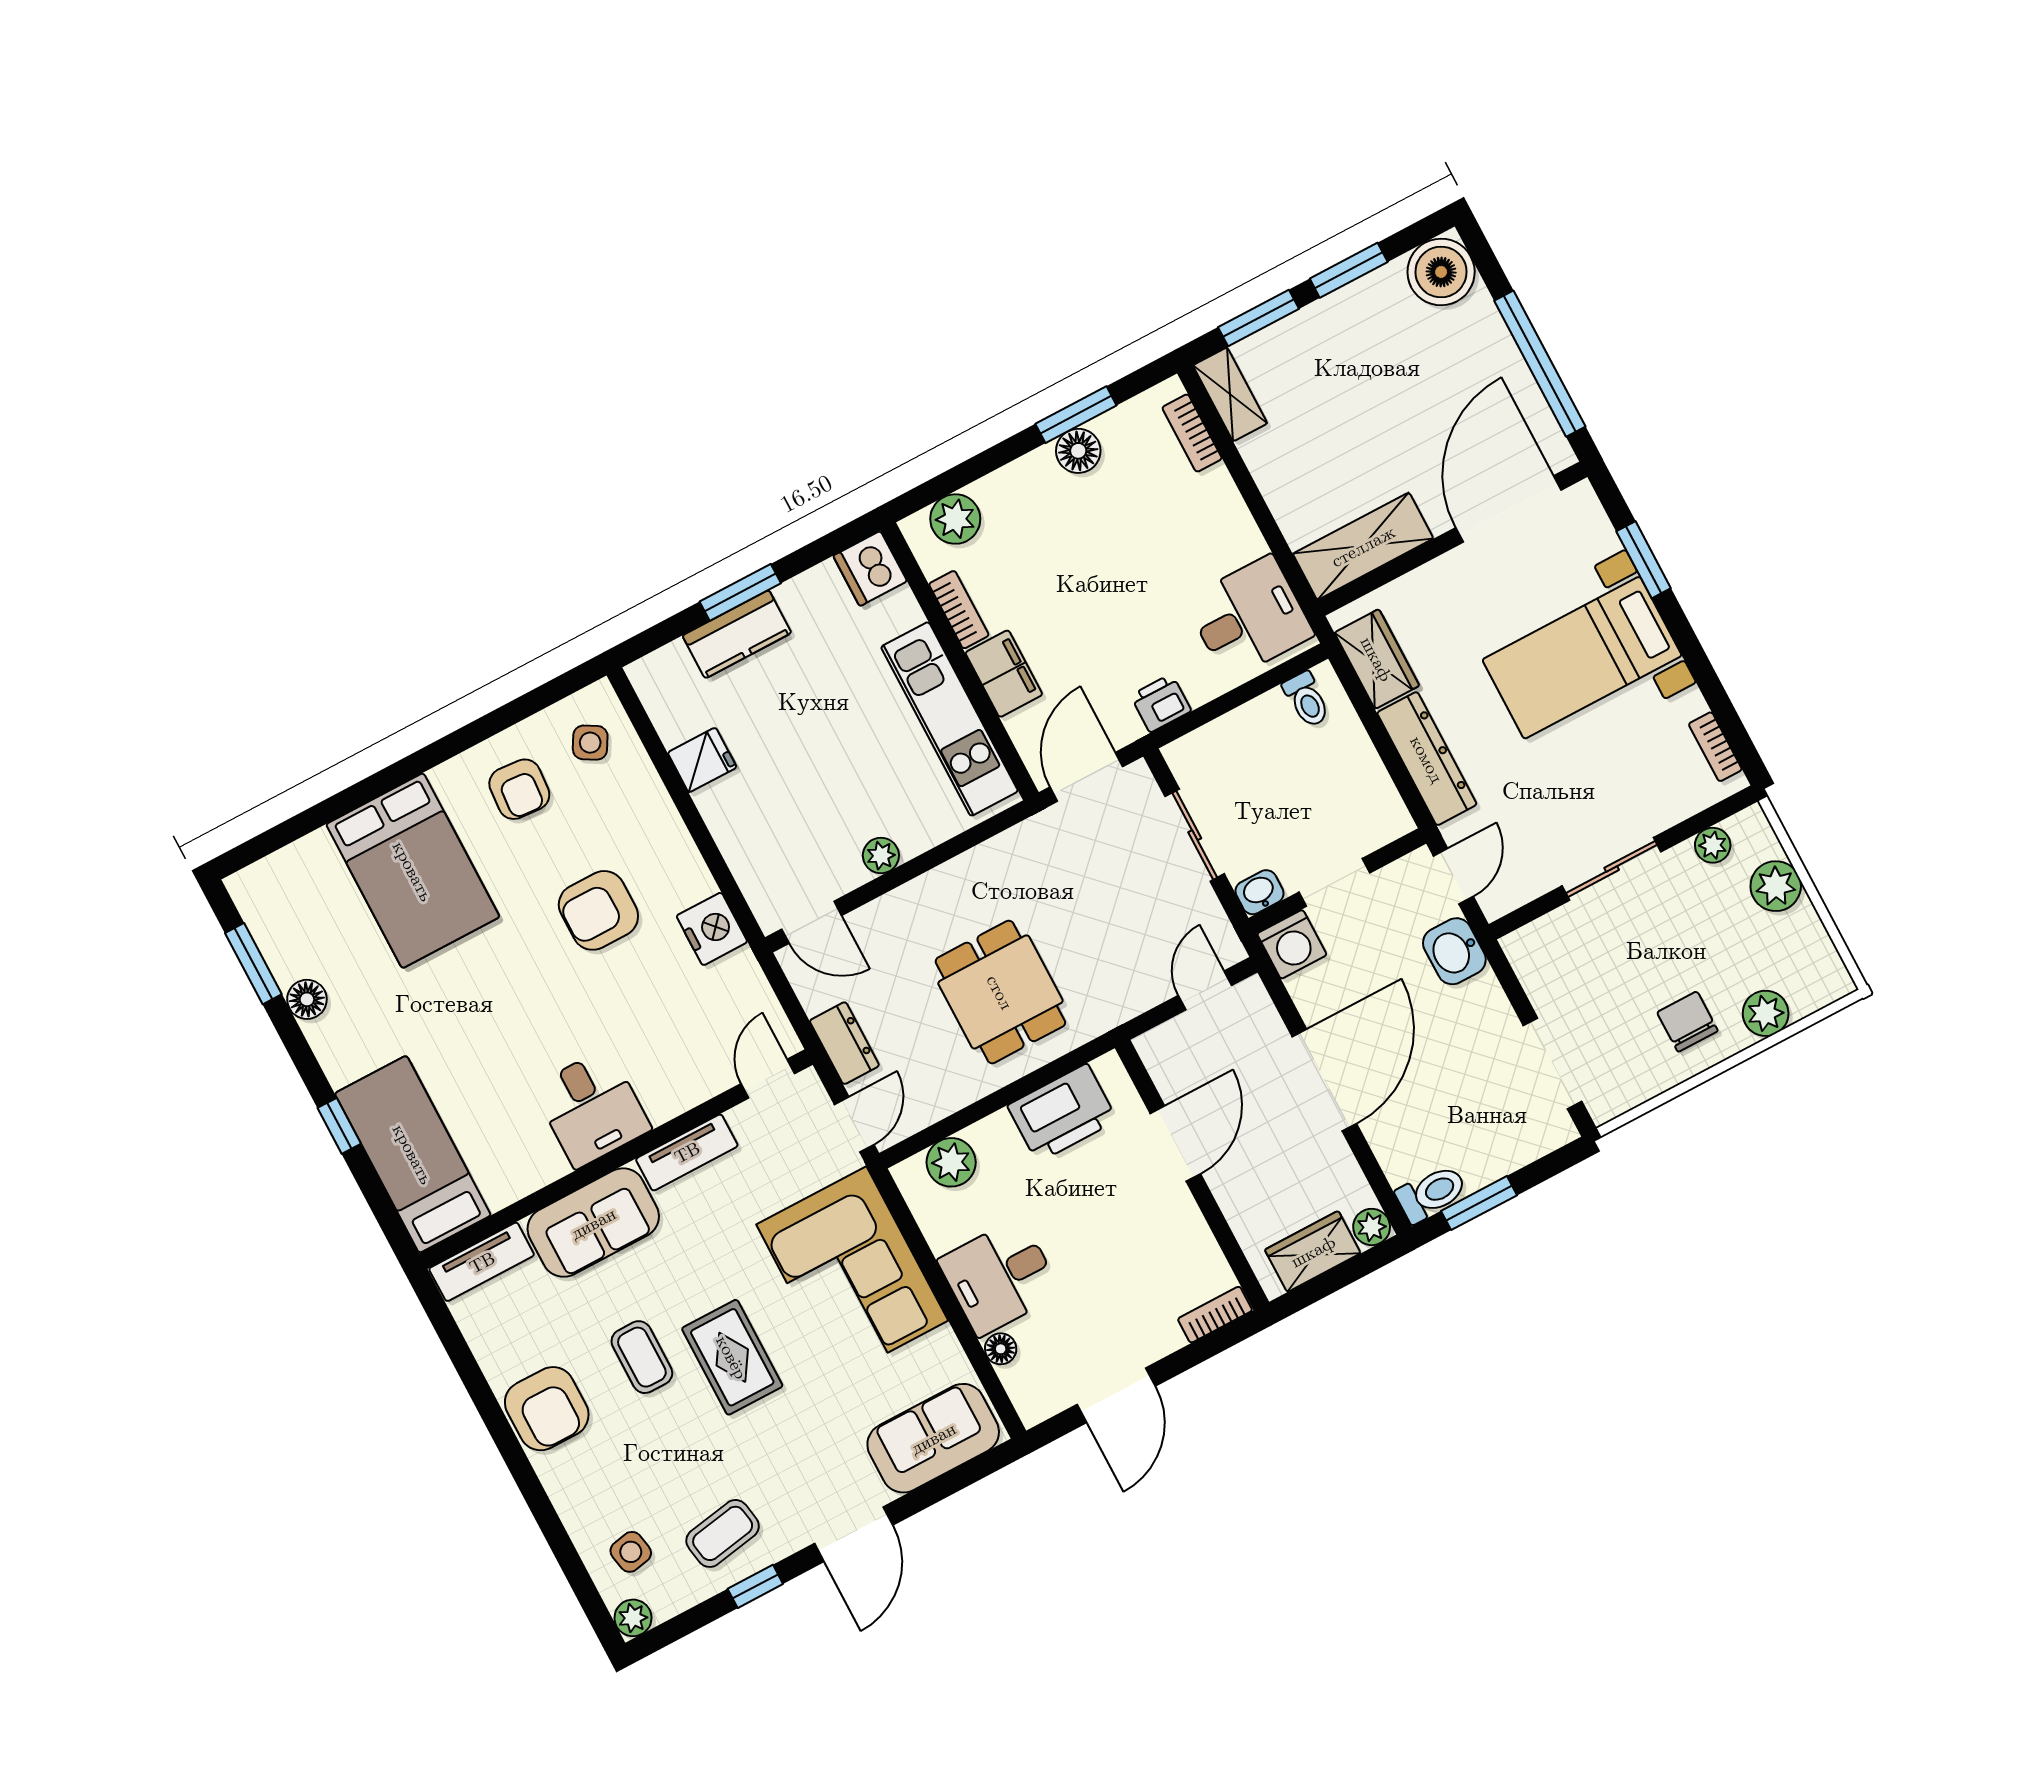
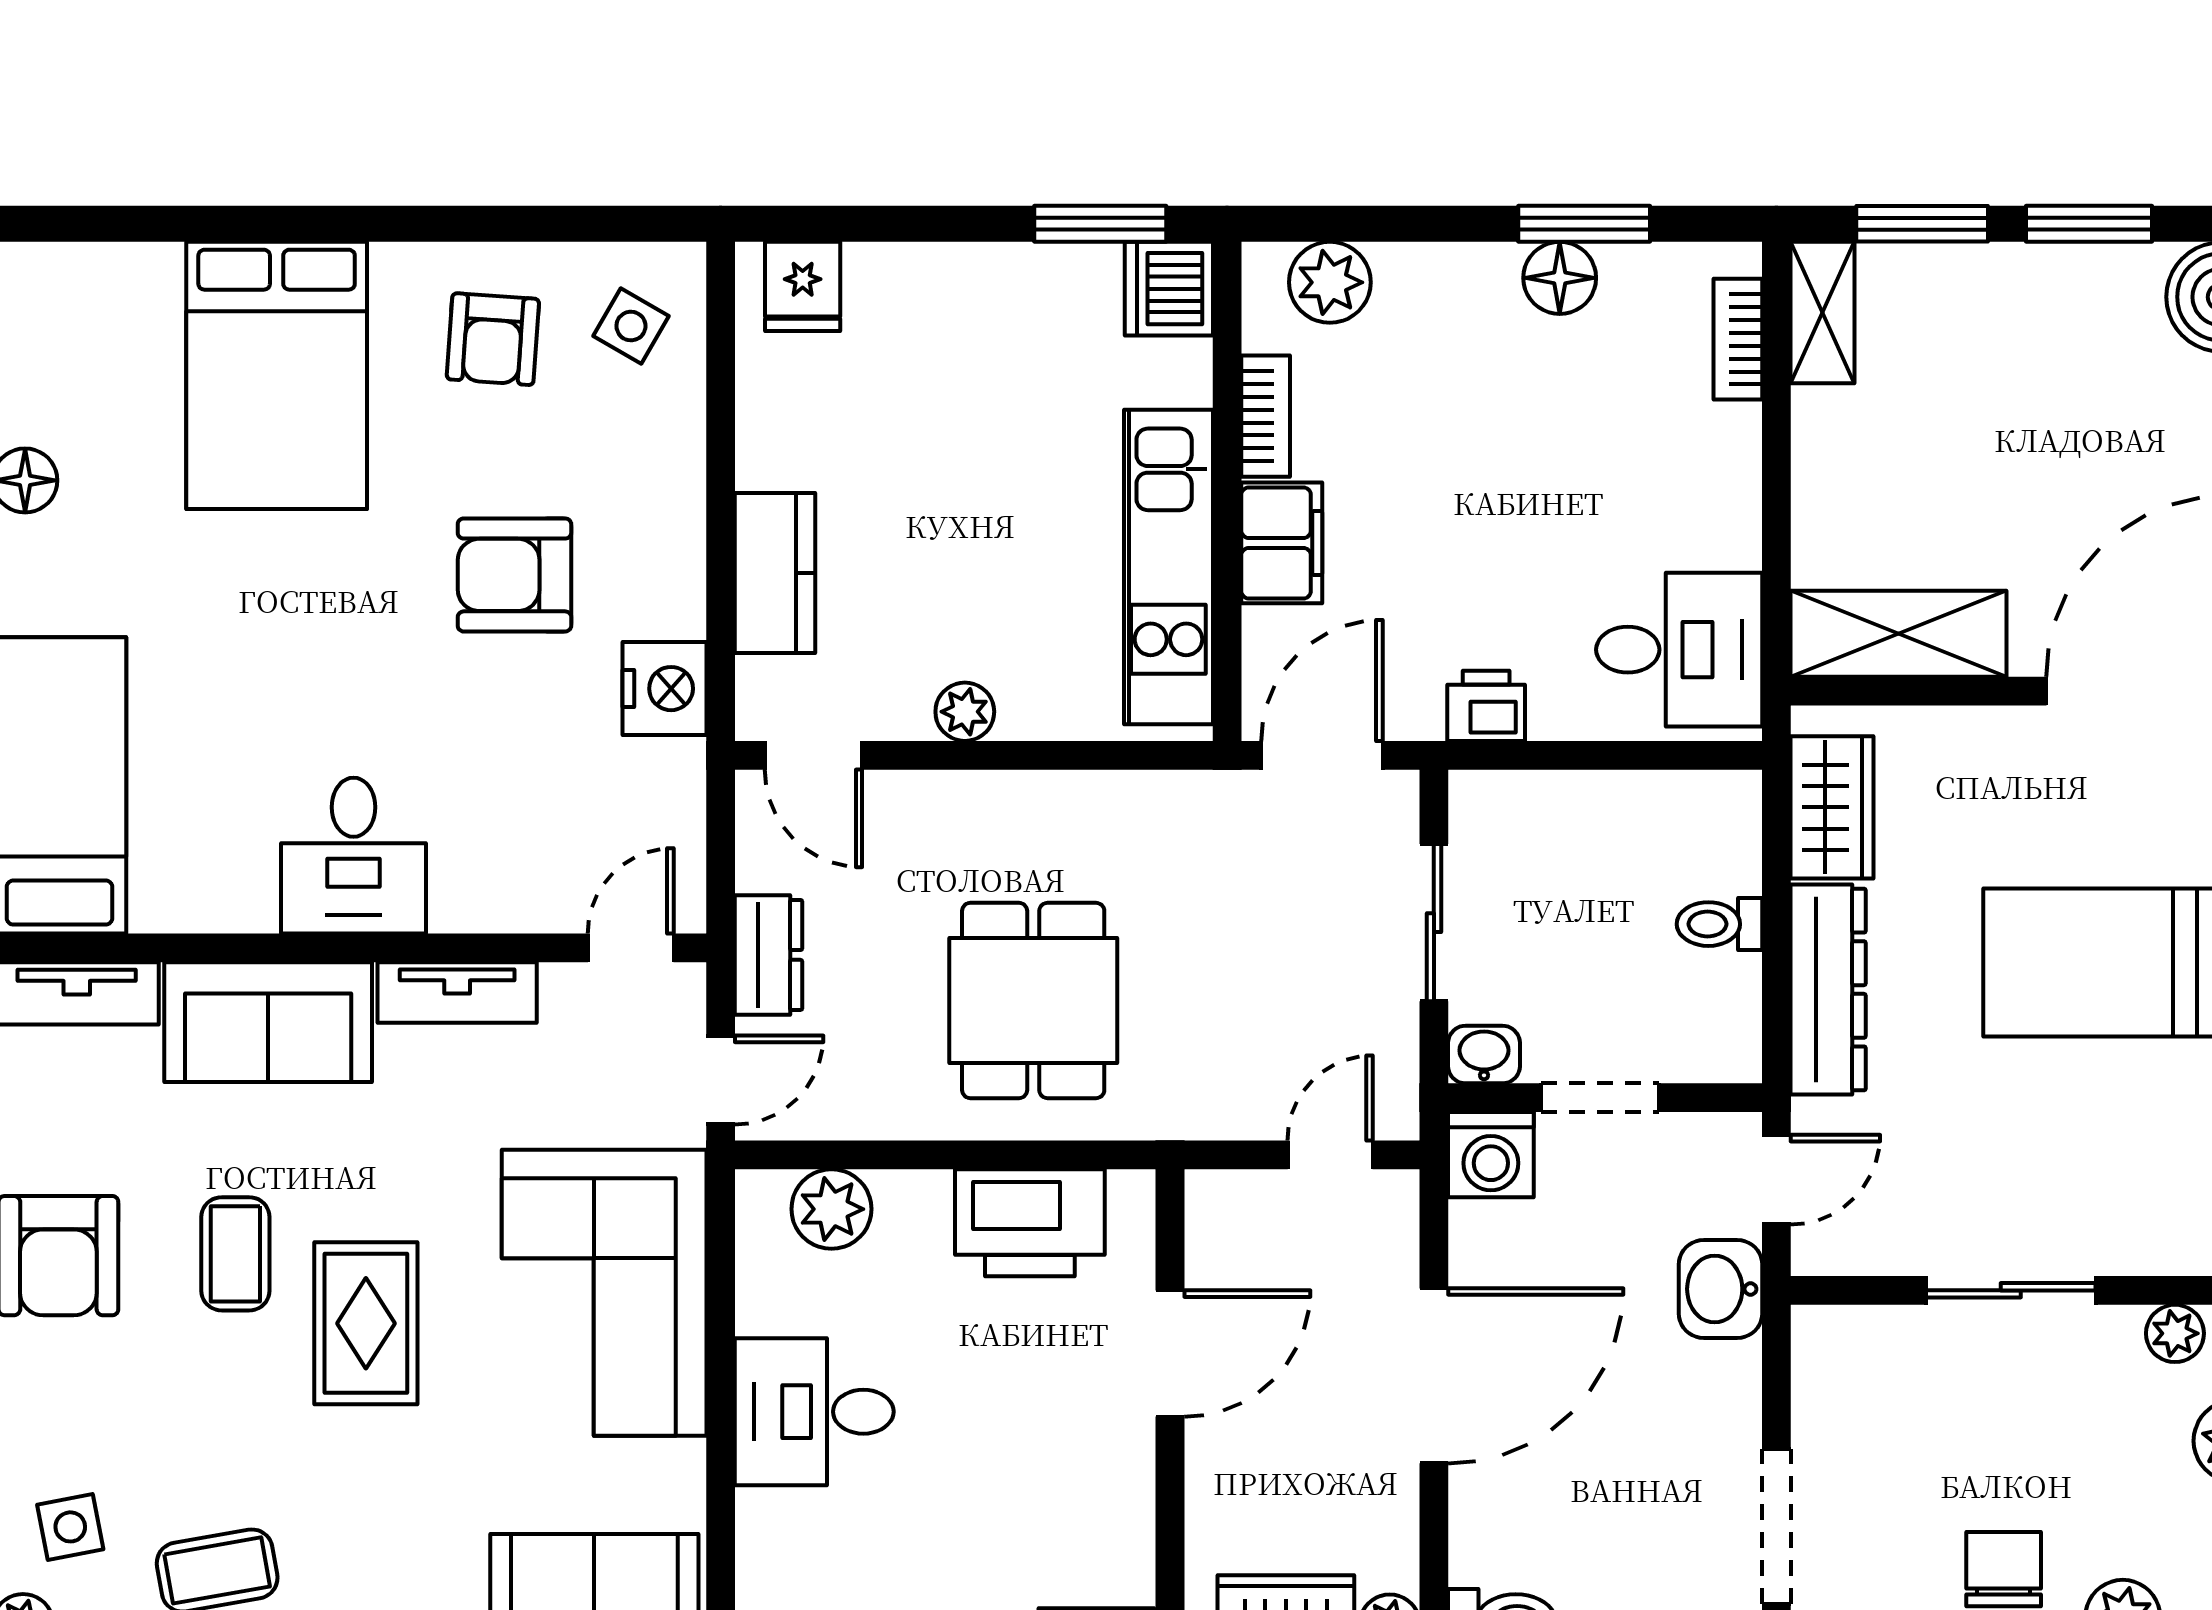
window: (740, 592) -> (1100, 224), moved
kitchen counter: (737, 634) -> (775, 573), moved, turned -90
toilet: (1307, 700) -> (1719, 924), moved, turned 90
fridge: (702, 760) -> (803, 286), moved, turned 90
floor lamp: (1001, 1349) -> (760, 1516), removed

